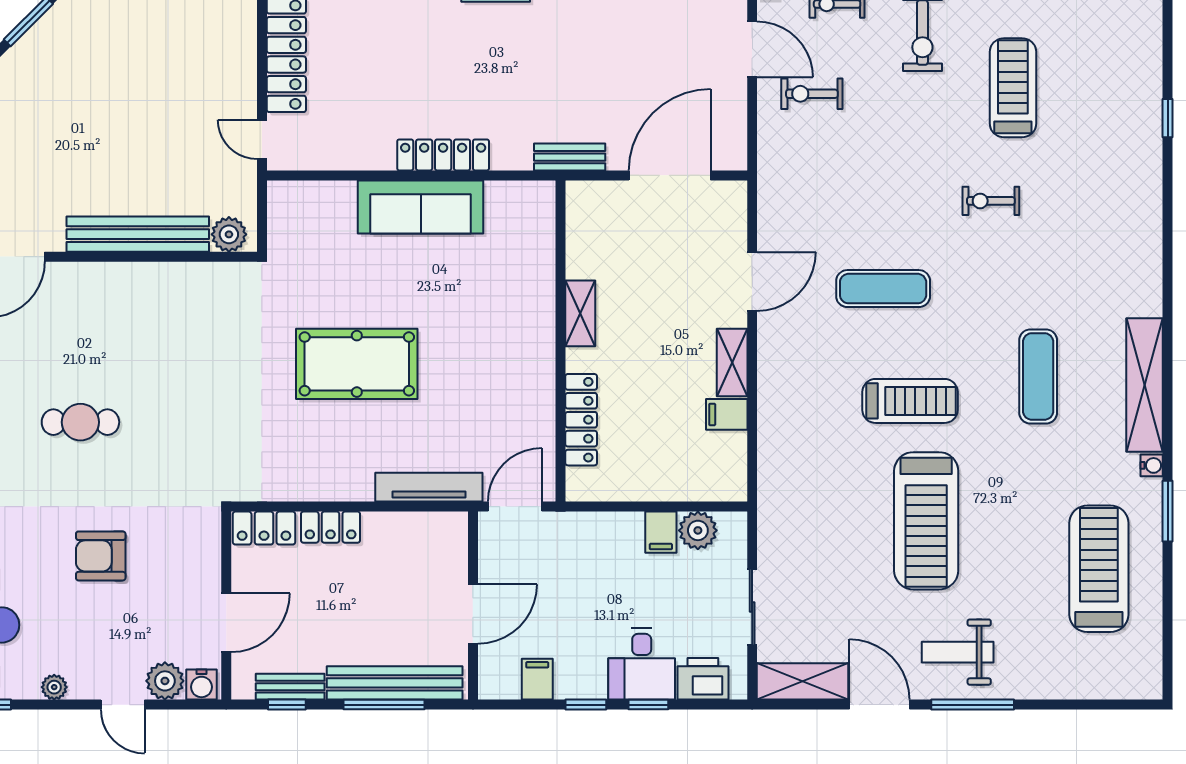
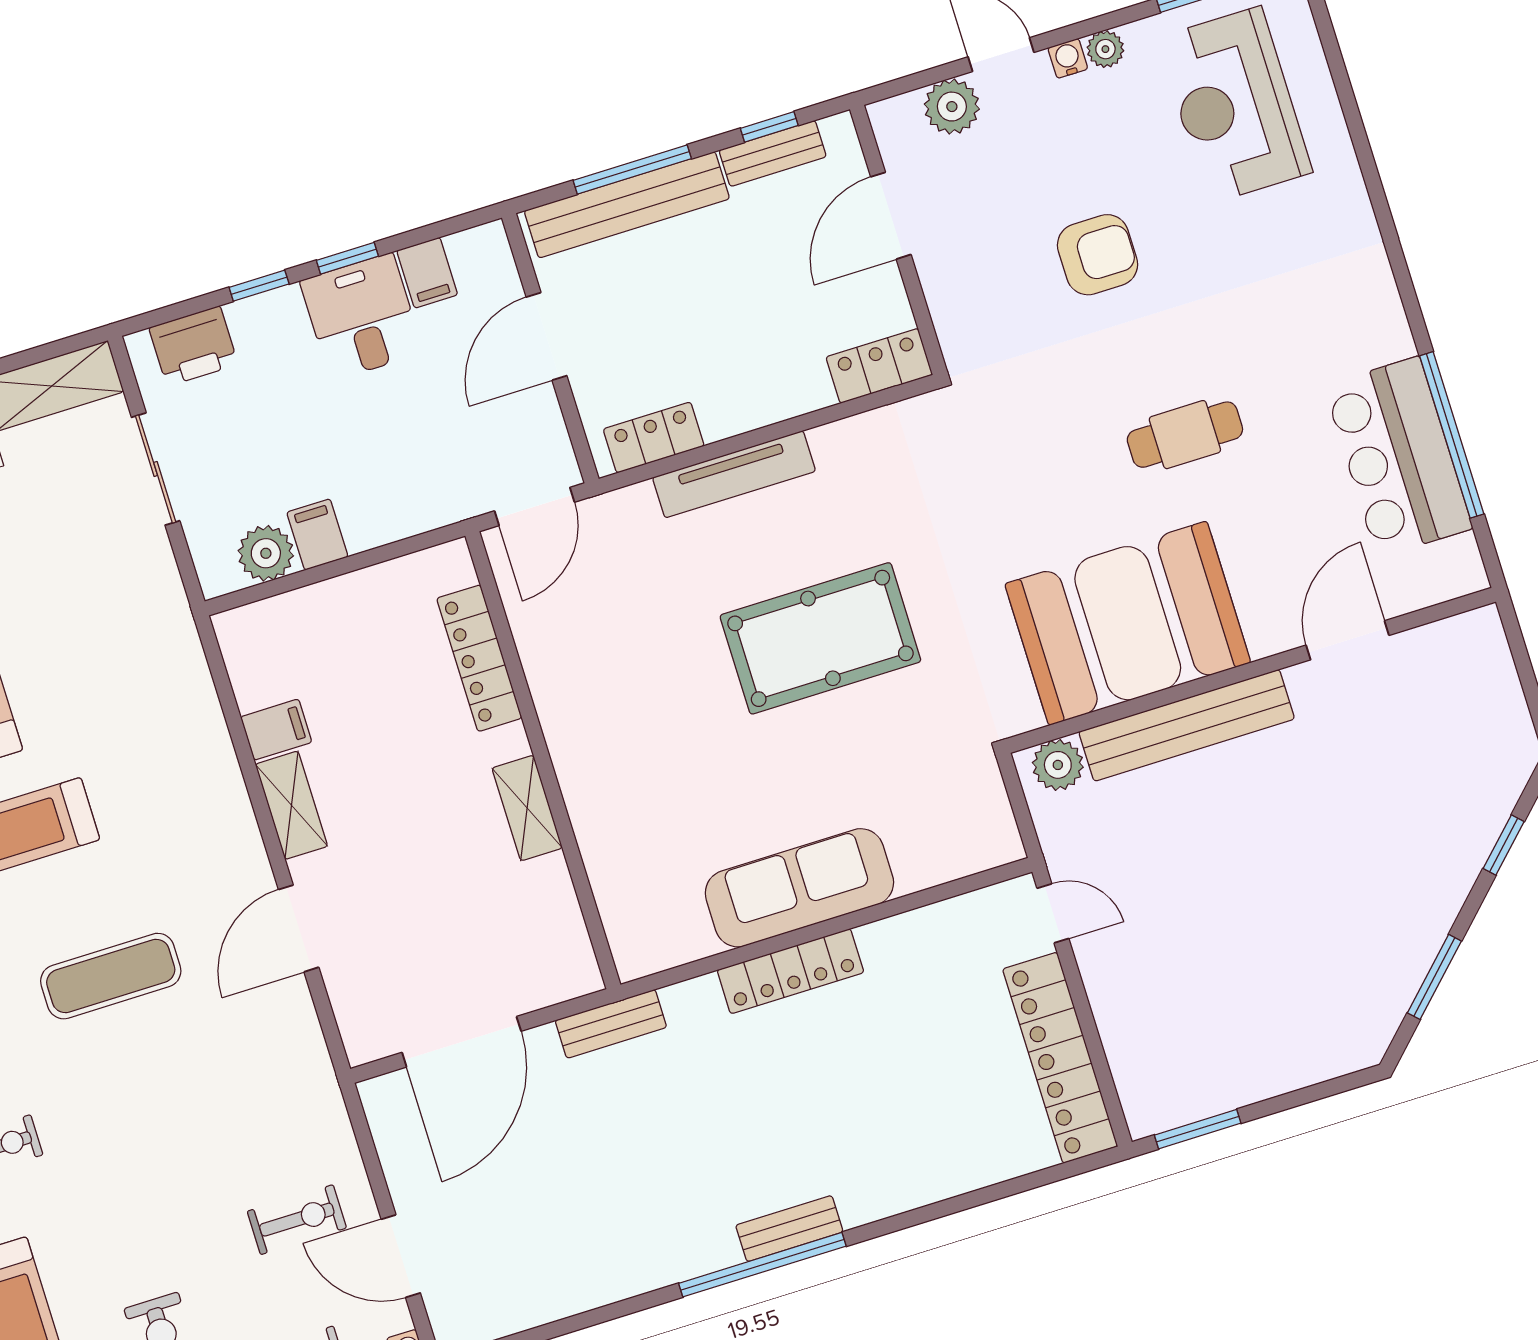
booth: (155, 312) -> (1128, 623), added
tv unit: (429, 487) -> (734, 474), moved
locker: (331, 527) -> (654, 437), moved
desk: (642, 664) -> (362, 317), moved
water cooler: (202, 685) -> (1068, 58), moved, width x0.72, depth x0.72

